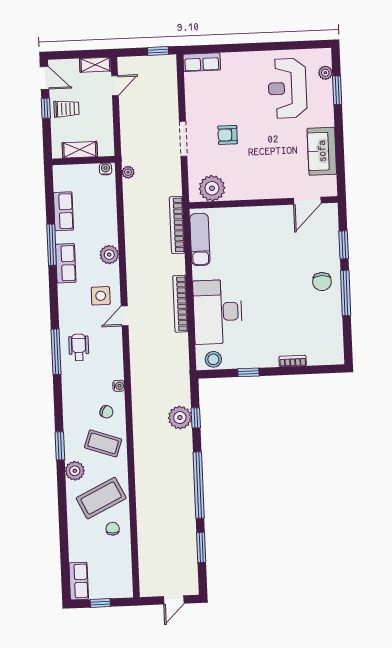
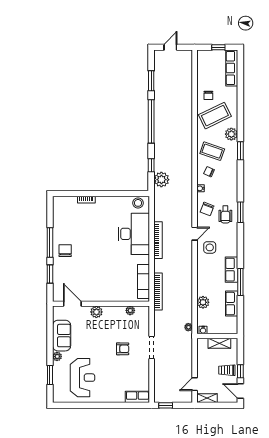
plant: (325, 73) -> (57, 356), moved
plant: (212, 188) -> (130, 310), width x0.53, depth x0.53
plant: (270, 190) -> (96, 312), added
door: (307, 201) -> (72, 304), hinge flipped
plant: (109, 255) -> (203, 302), moved
window: (56, 352) -> (240, 212), width x0.69
chair: (107, 355) -> (207, 209), added
window: (248, 372) -> (115, 194), removed
plant: (180, 418) -> (161, 180), moved
row of seats: (79, 581) -> (232, 68), width x1.48

